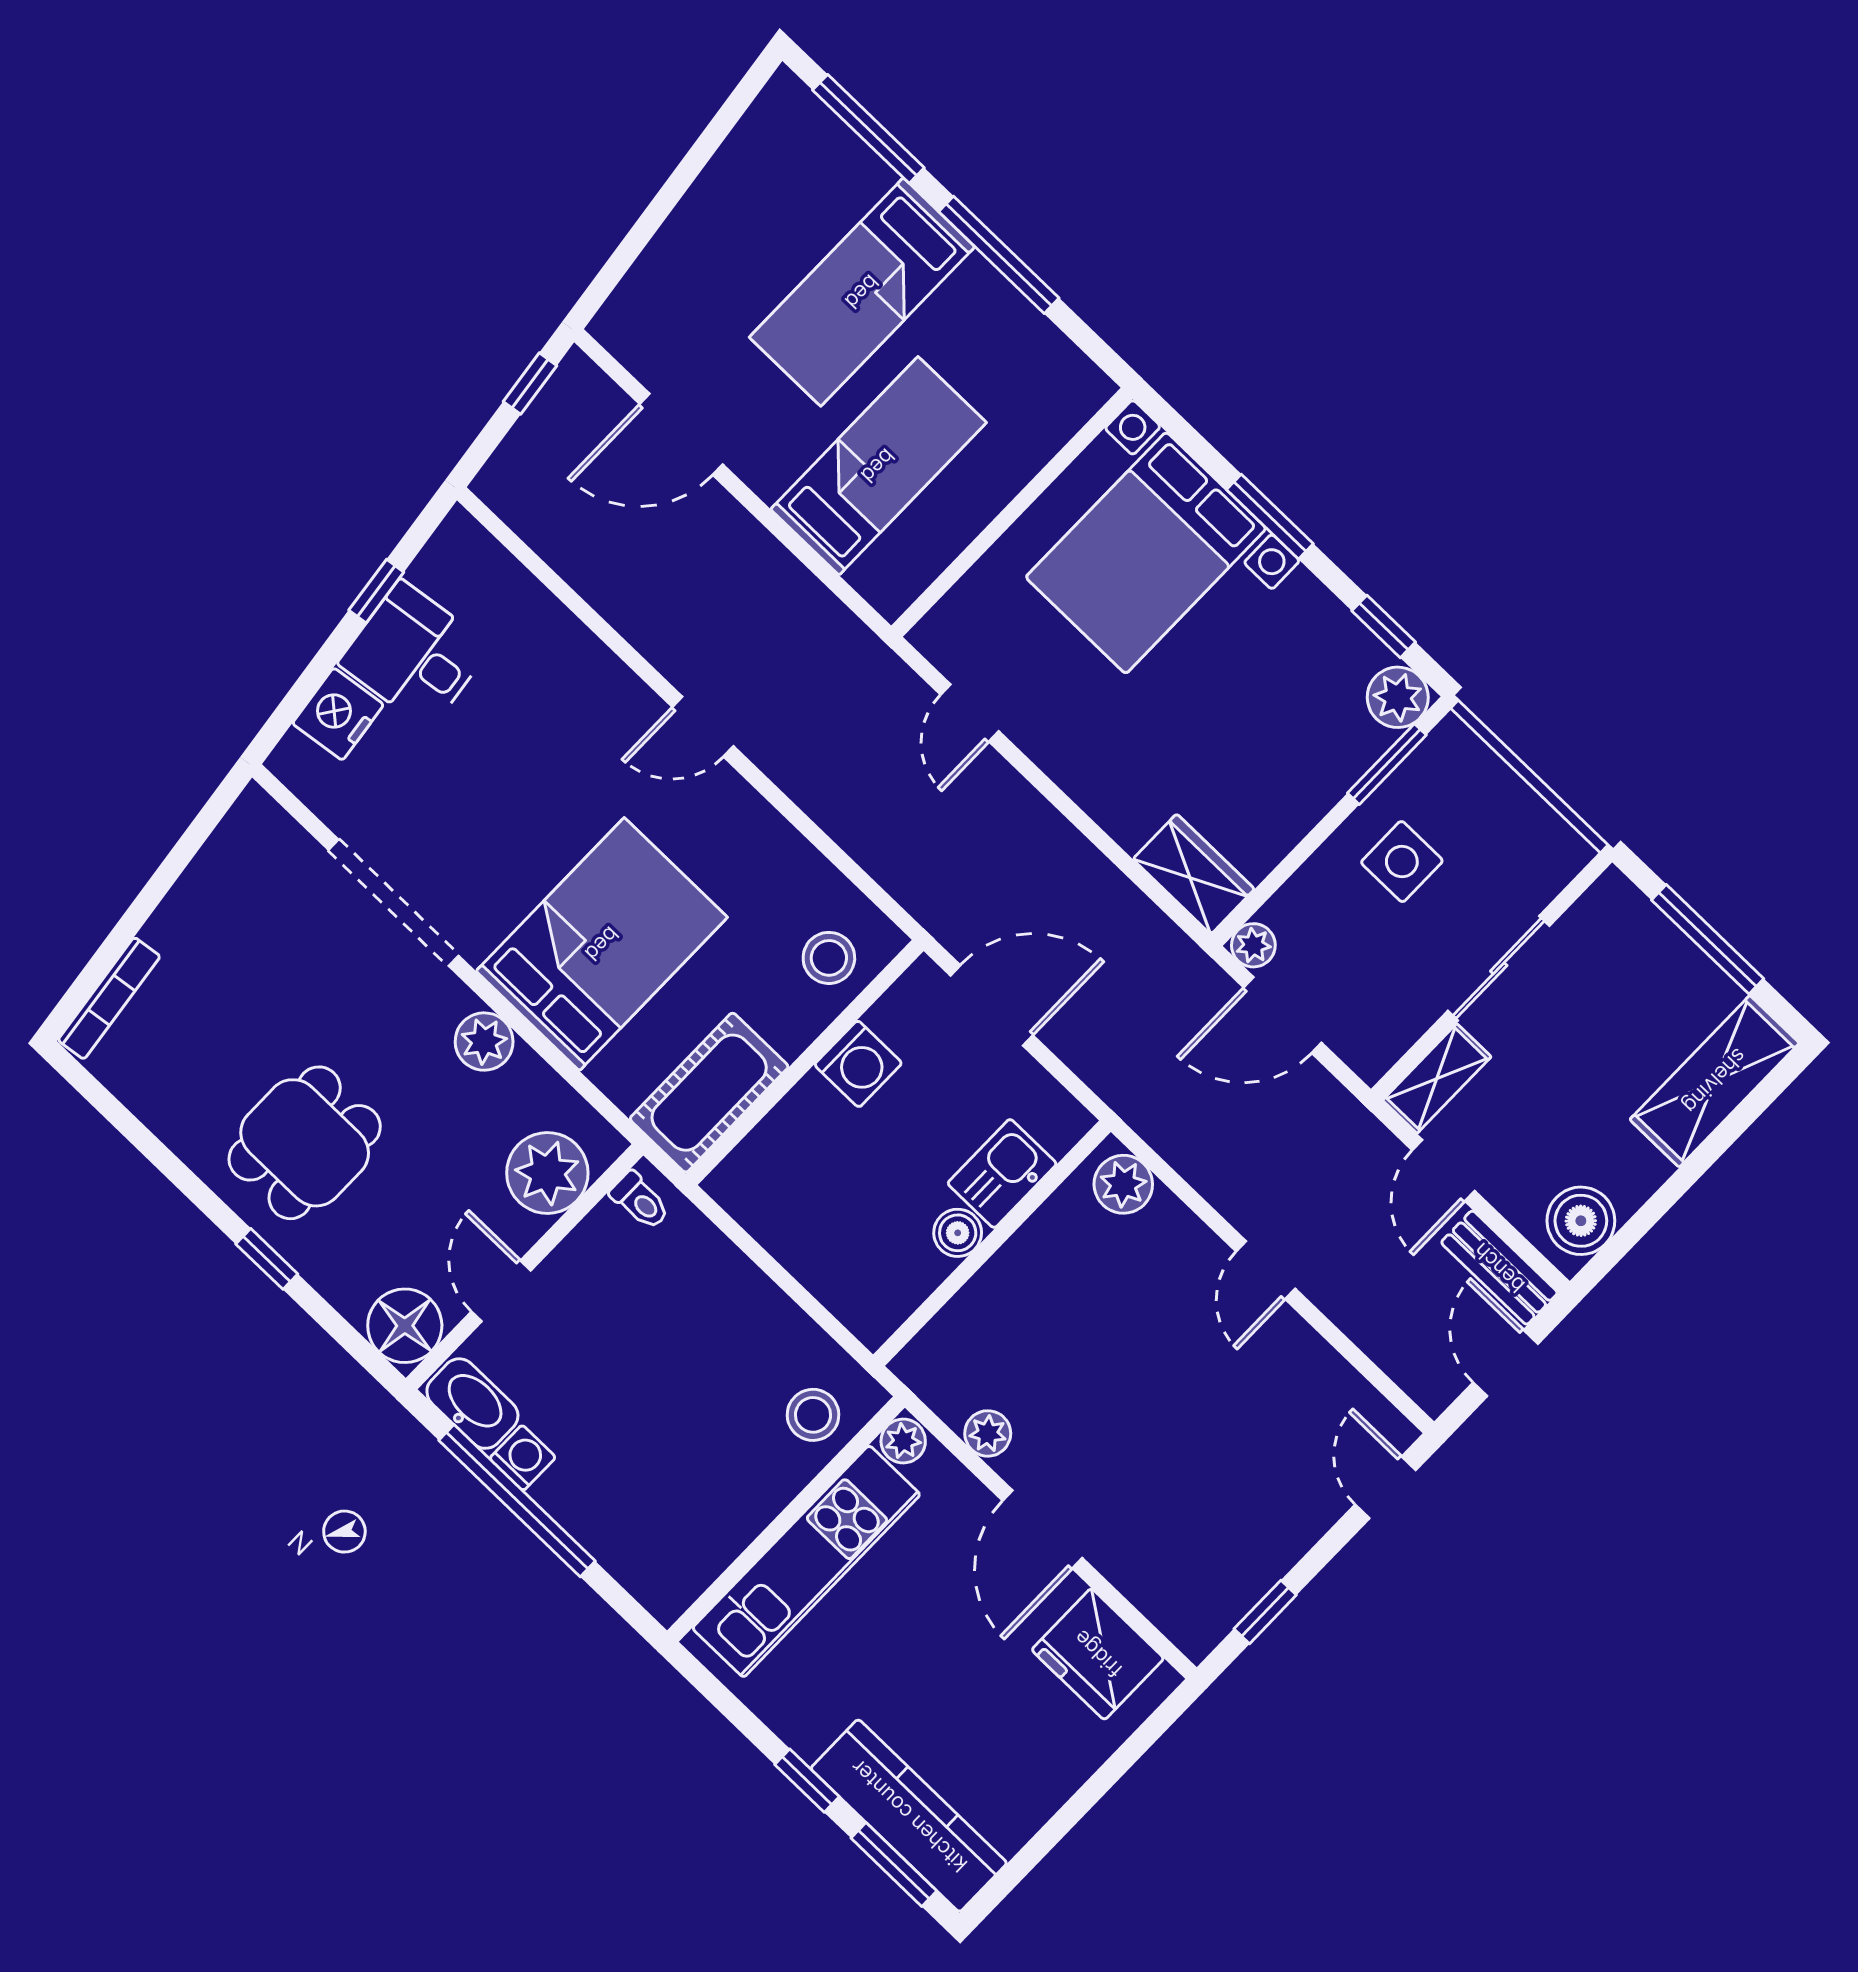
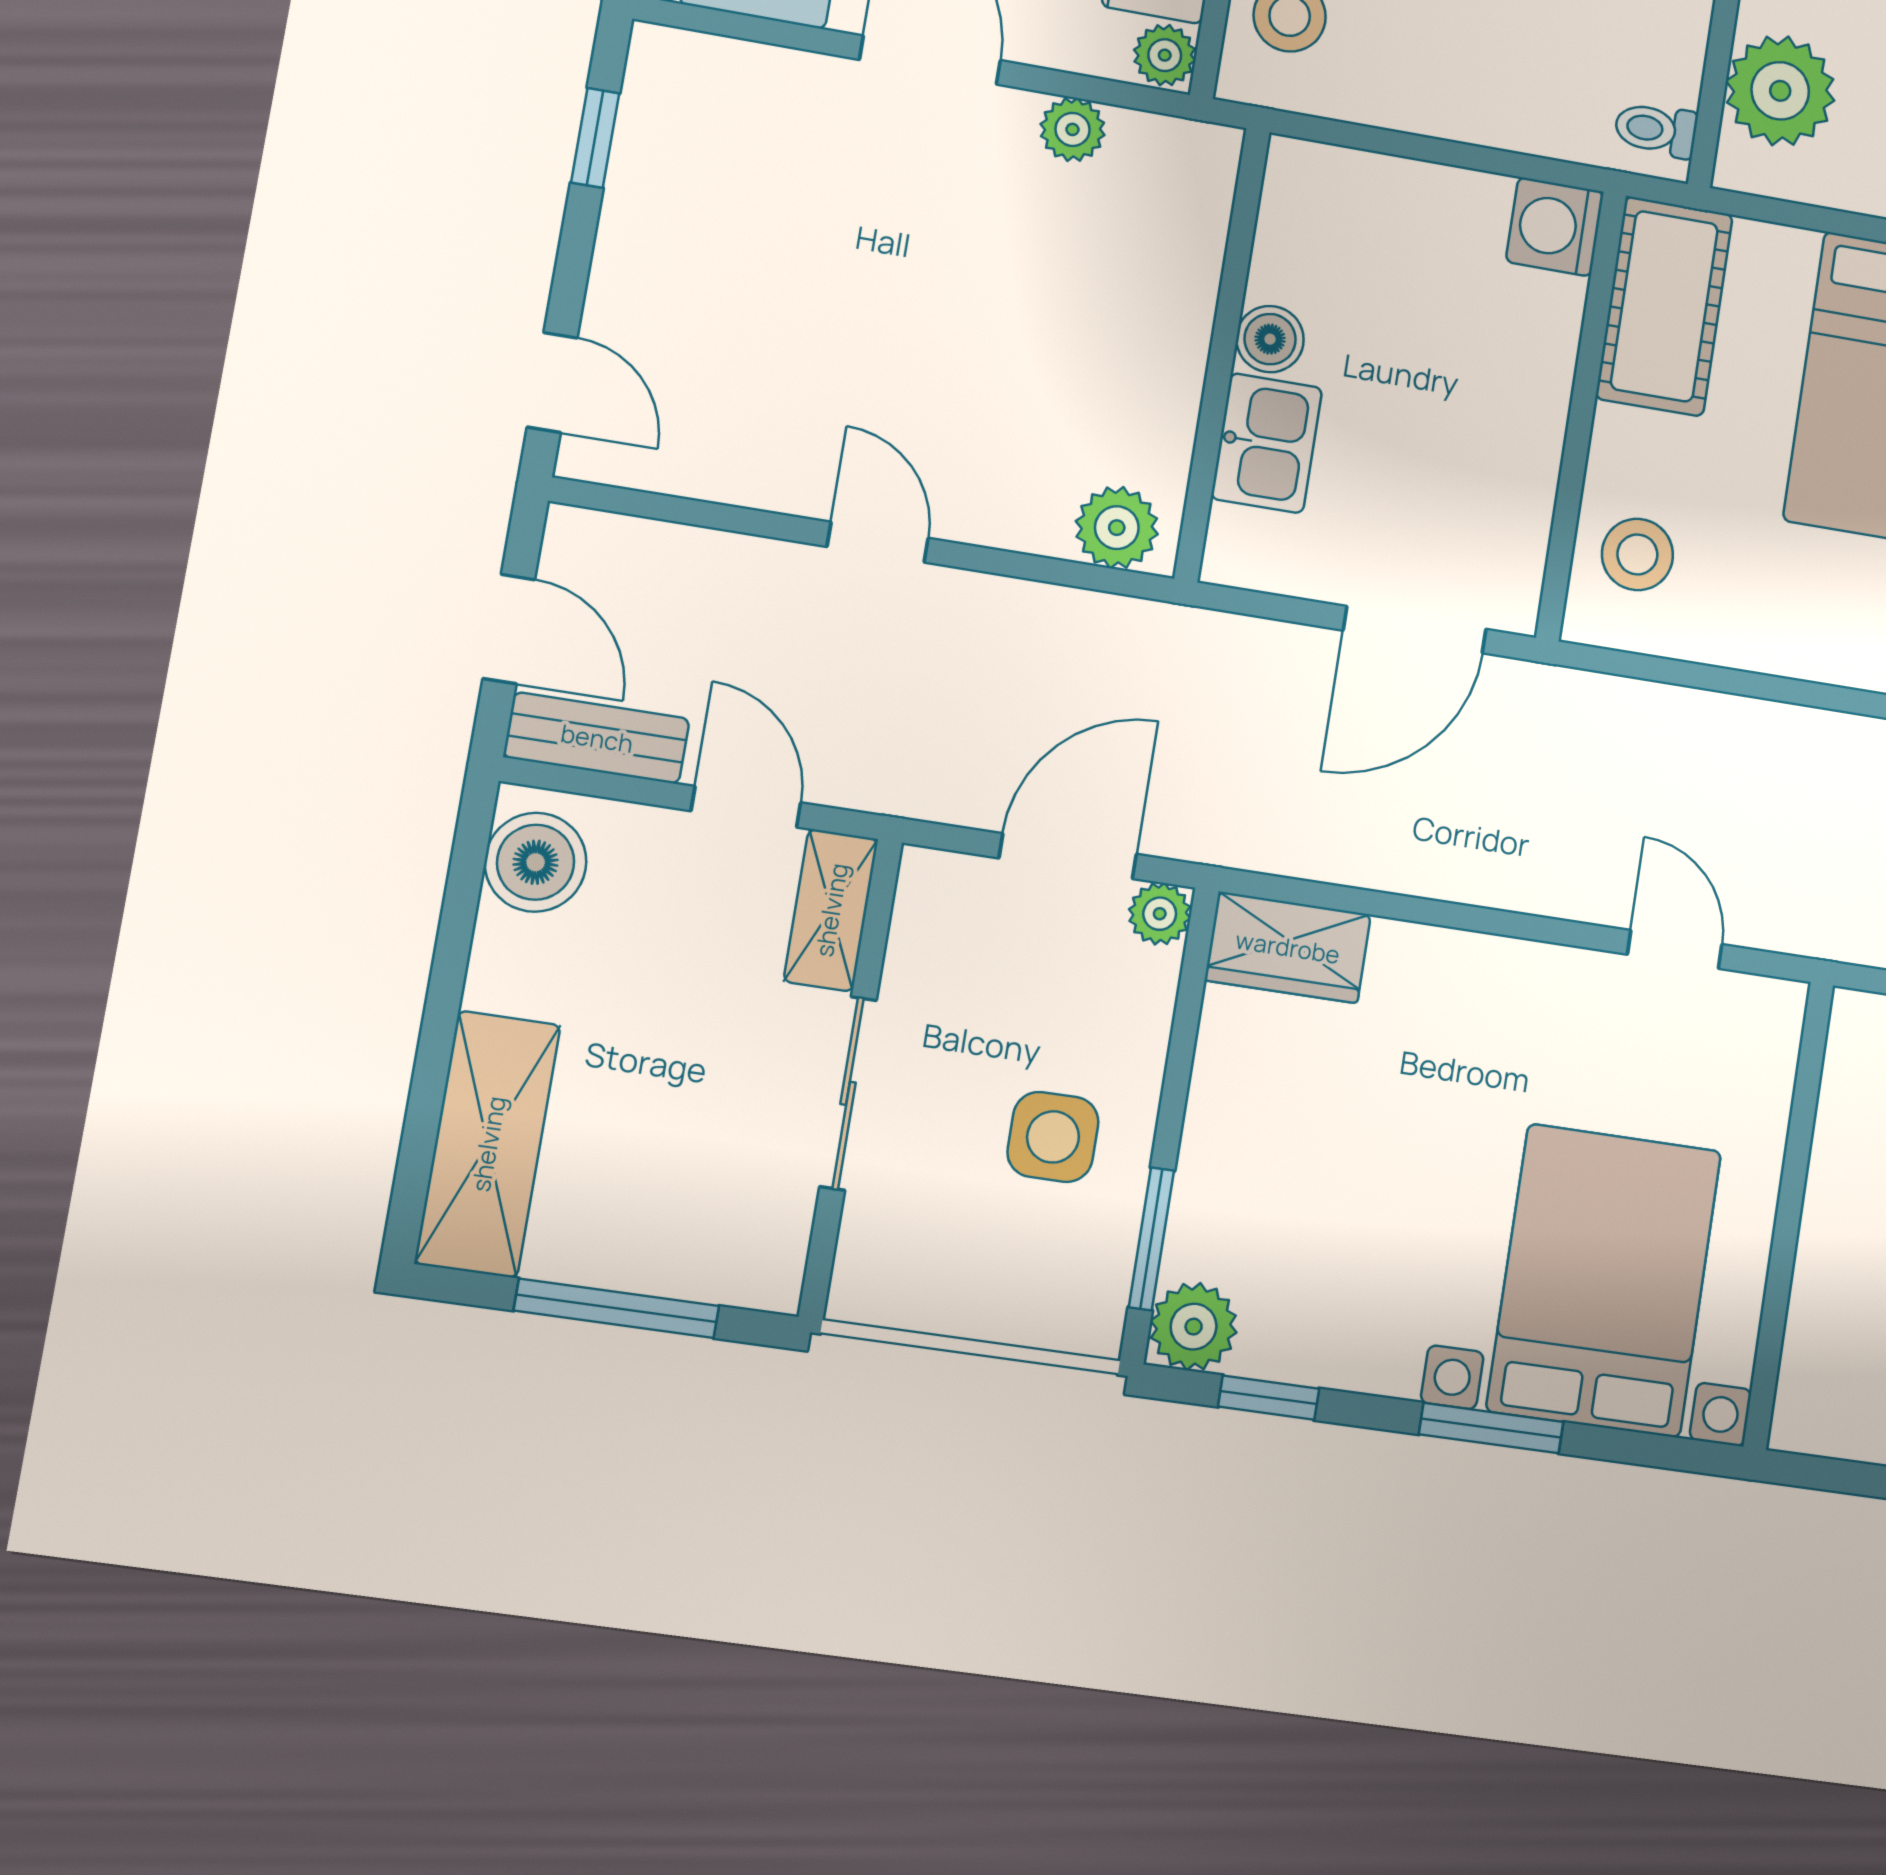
washing machine: (858, 1064) -> (1555, 227), moved

